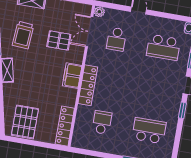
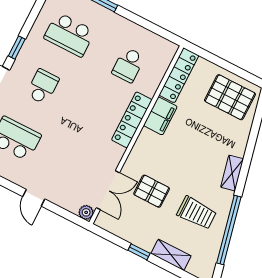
trolley: (23, 35) -> (197, 213), turned 86
school desk: (116, 39) -> (43, 87), moved
filing cabinet: (72, 76) -> (160, 116), moved
pallet: (25, 122) -> (230, 97), turned 90

